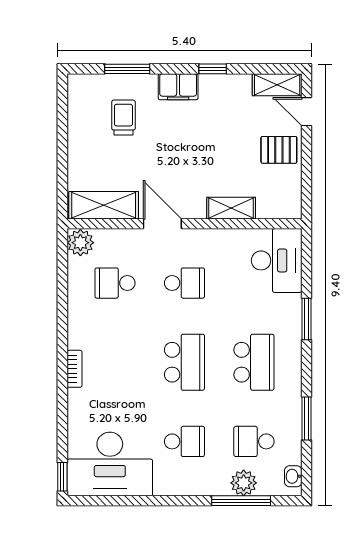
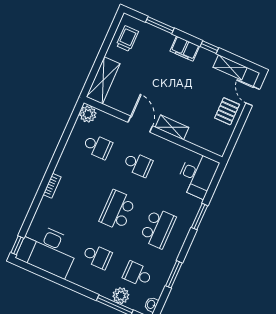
shelving: (277, 85) -> (230, 67), moved
trolley: (123, 118) -> (127, 39), moved
pallet: (279, 150) -> (227, 111), turned 90
shelving: (104, 205) -> (103, 80), moved, turned 90
shelving: (231, 208) -> (172, 127), moved
school desk: (115, 283) -> (98, 146), turned 180
school desk: (184, 362) -> (117, 210), turned 180

